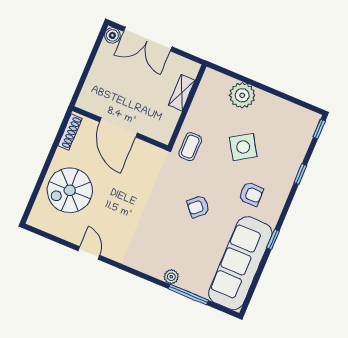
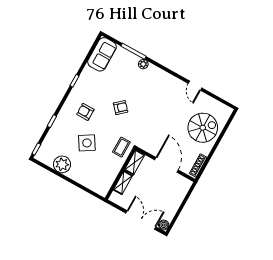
plant: (242, 95) -> (62, 164), moved
shelving: (167, 126) -> (135, 162), added
sofa: (240, 263) -> (102, 54), width x0.54, depth x0.79

